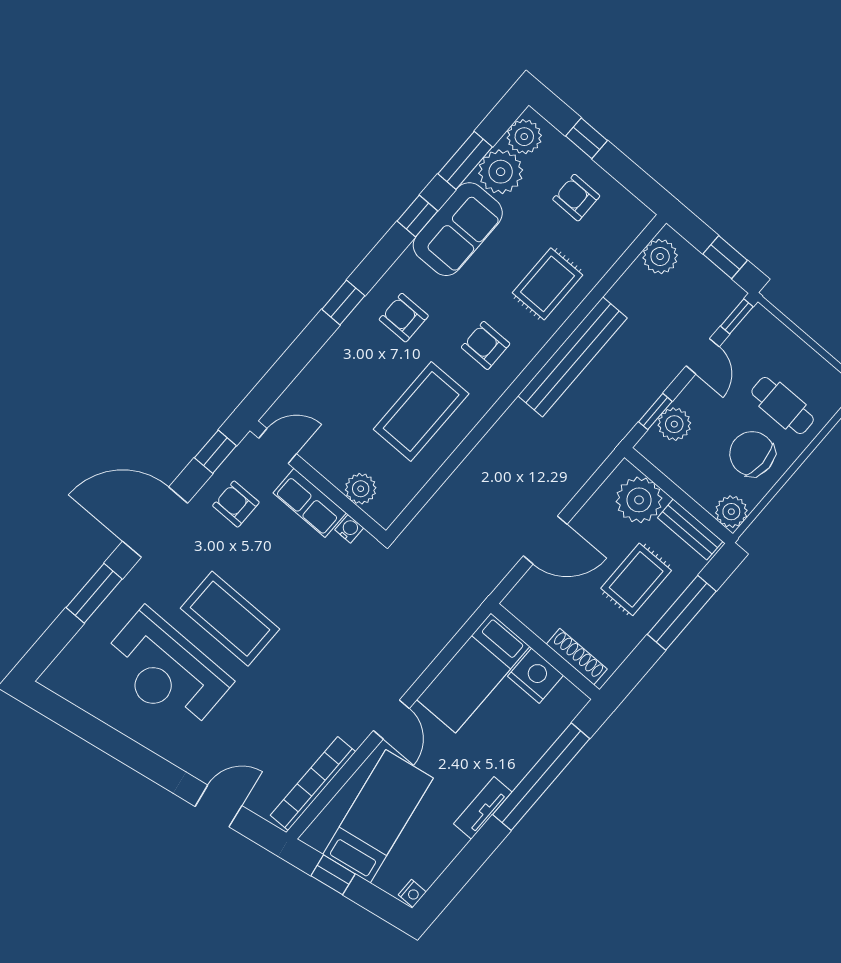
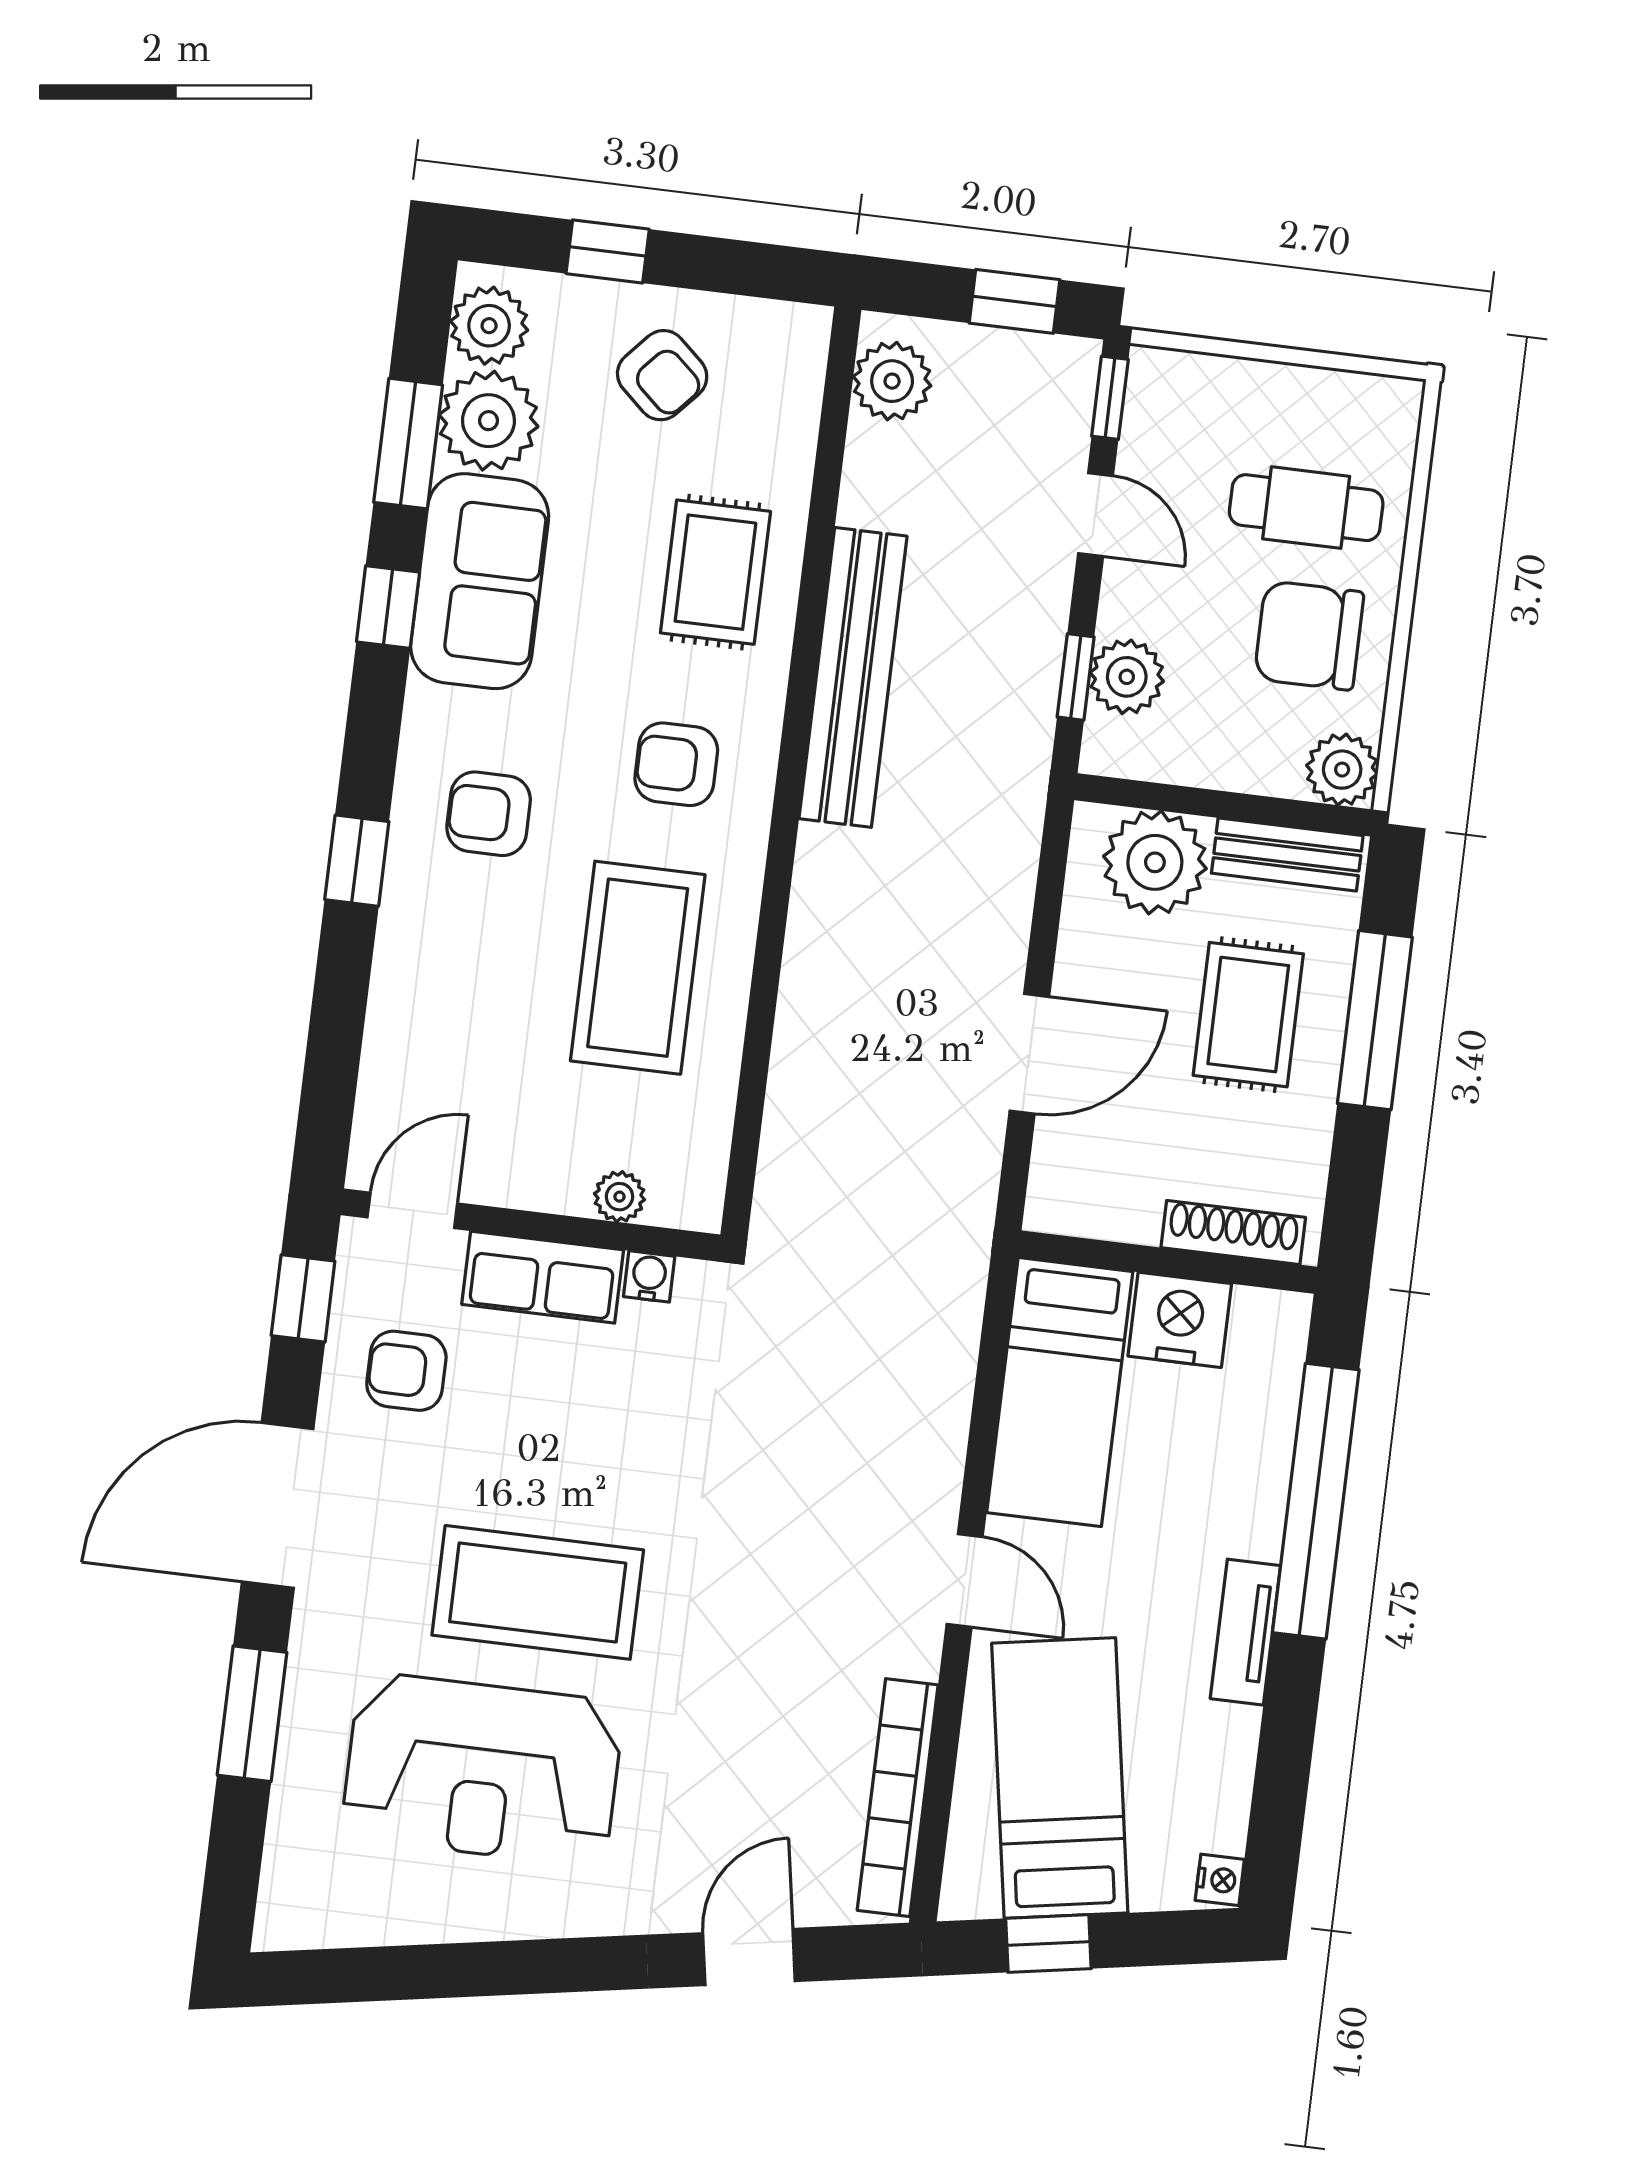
armchair: (576, 198) -> (662, 375), turned -138
plant: (361, 489) -> (619, 1197), width x0.73, depth x0.73

